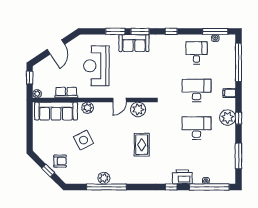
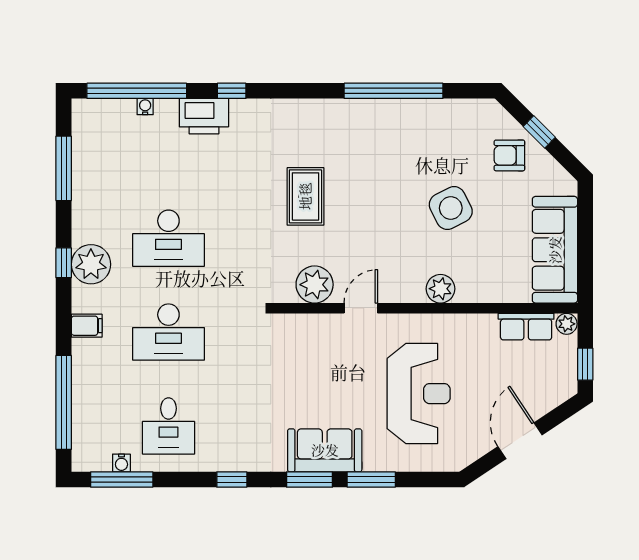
row of seats: (66, 93) -> (526, 327), moved
sofa: (56, 111) -> (555, 250), moved, turned -90
plant: (104, 178) -> (400, 113), removed

